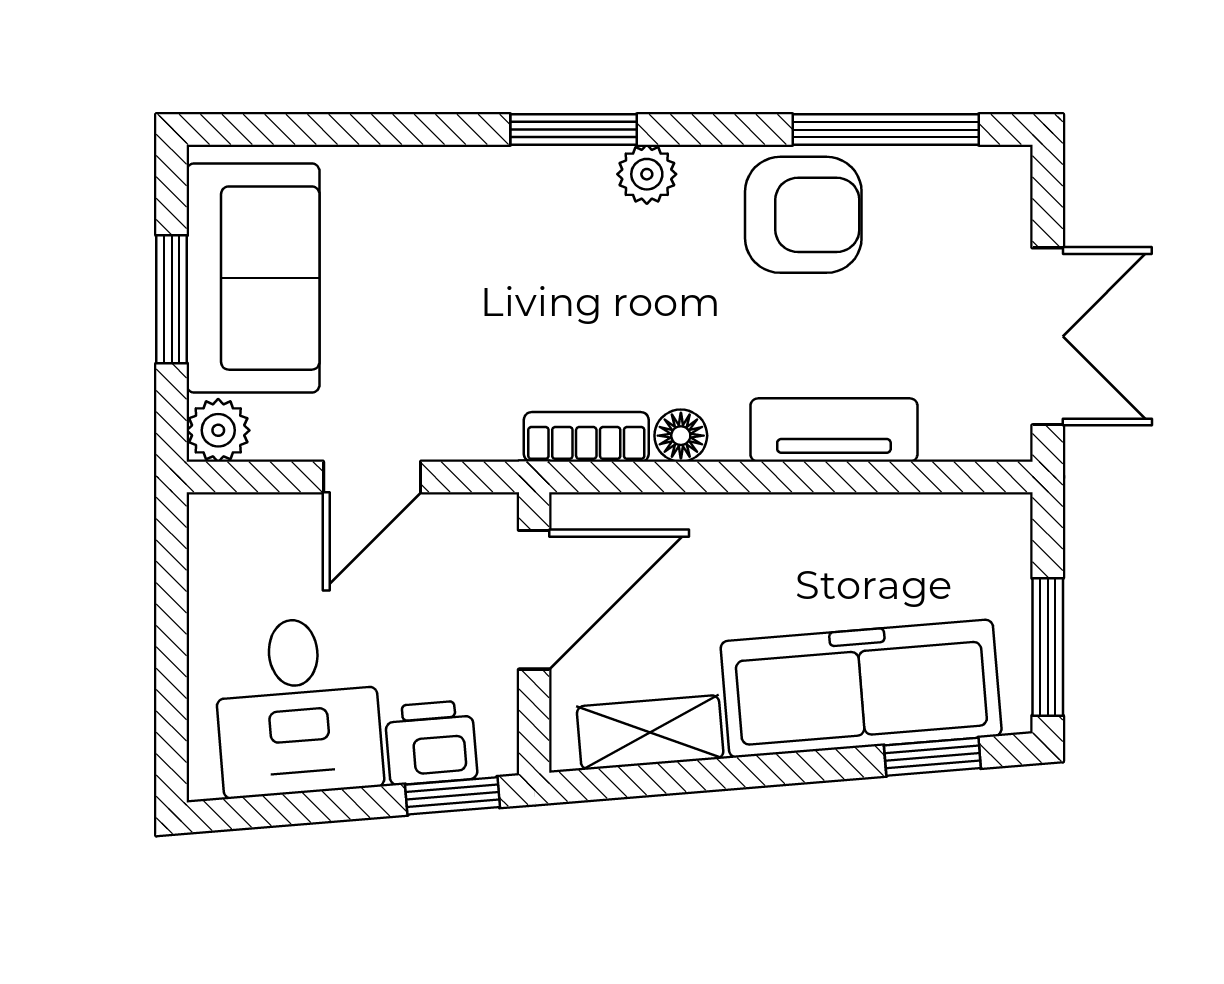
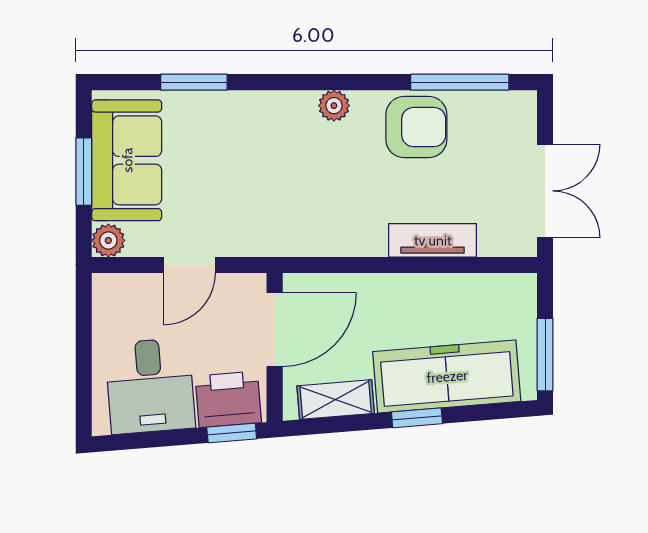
window: (574, 130) -> (194, 82), moved
floor lamp: (681, 436) -> (352, 243), removed
bookcase: (586, 437) -> (302, 244), removed
printer: (431, 743) -> (228, 399), width x1.36, depth x1.24
window: (932, 757) -> (417, 418), moved

